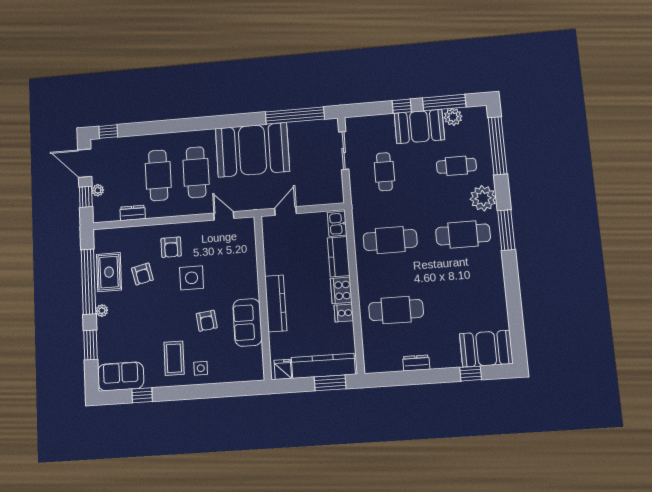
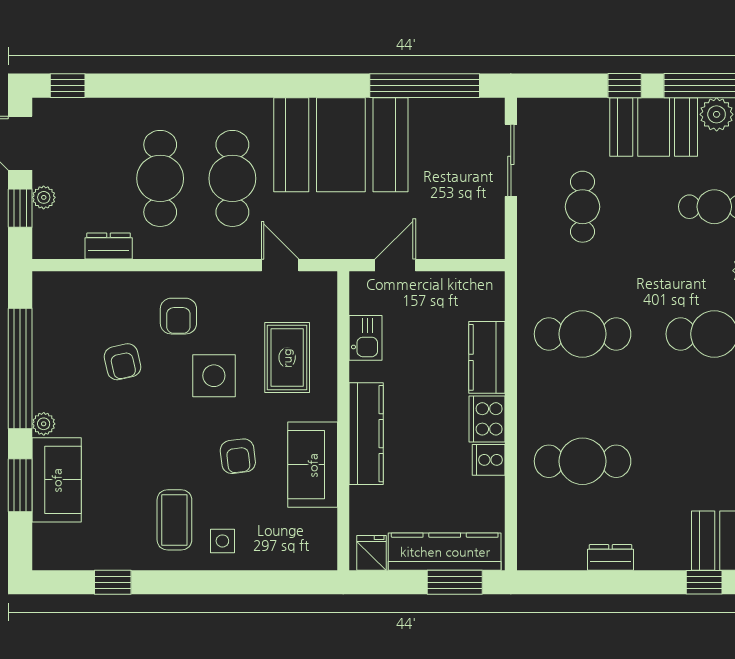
kitchen sink: (337, 224) -> (366, 338), moved, turned 180
rug: (109, 272) -> (287, 358), moved
sofa: (121, 376) -> (57, 480), moved, turned 90

